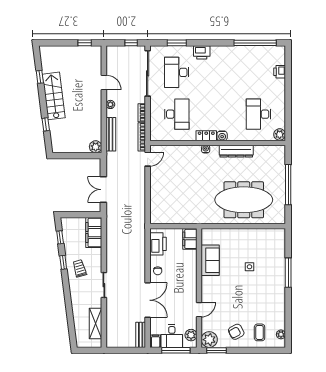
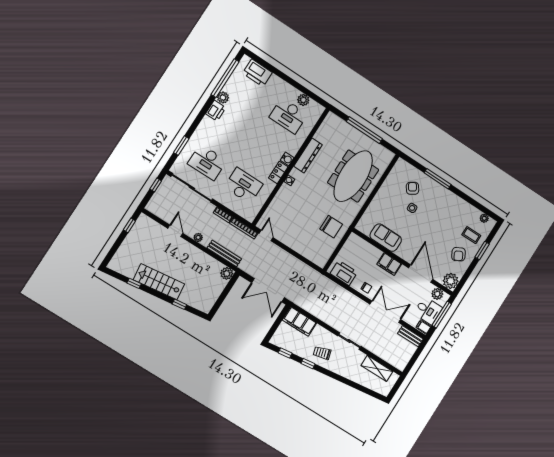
plant: (238, 51) -> (223, 98), added
printer: (202, 52) -> (216, 111), moved
printer: (280, 72) -> (257, 73), width x1.87, depth x1.48
door: (104, 83) -> (175, 231), hinge flipped
plant: (280, 134) -> (303, 100), moved
double door: (103, 190) -> (268, 290), width x1.37
chair: (190, 208) -> (331, 227), added
filing cabinet: (190, 239) -> (389, 264), moved
armchair: (266, 256) -> (412, 188), added
door: (199, 310) -> (421, 274), width x1.88
window: (216, 350) -> (482, 250), moved

